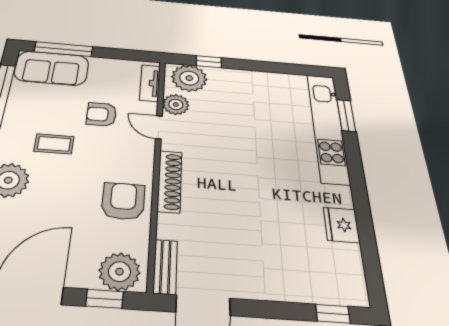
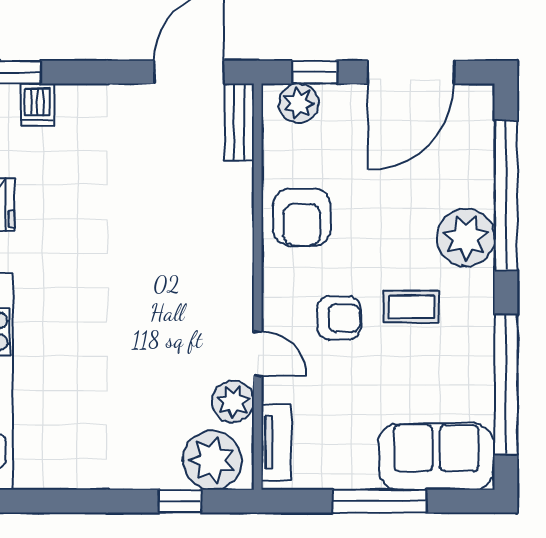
window: (63, 49) -> (379, 501), moved
armchair: (101, 114) -> (339, 318), moved
shoe rack: (170, 181) -> (238, 257), removed
plant: (119, 272) -> (299, 103), width x0.73, depth x0.73
dishwasher: (317, 289) -> (37, 105), added

